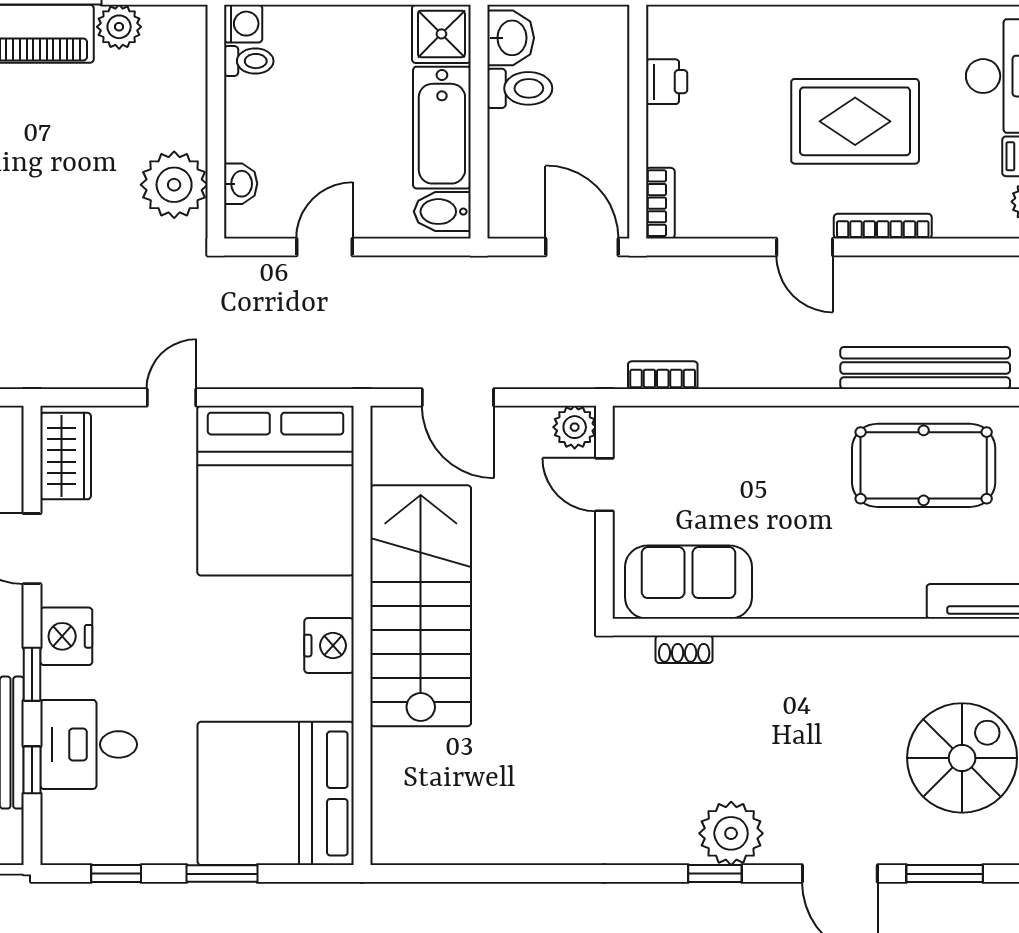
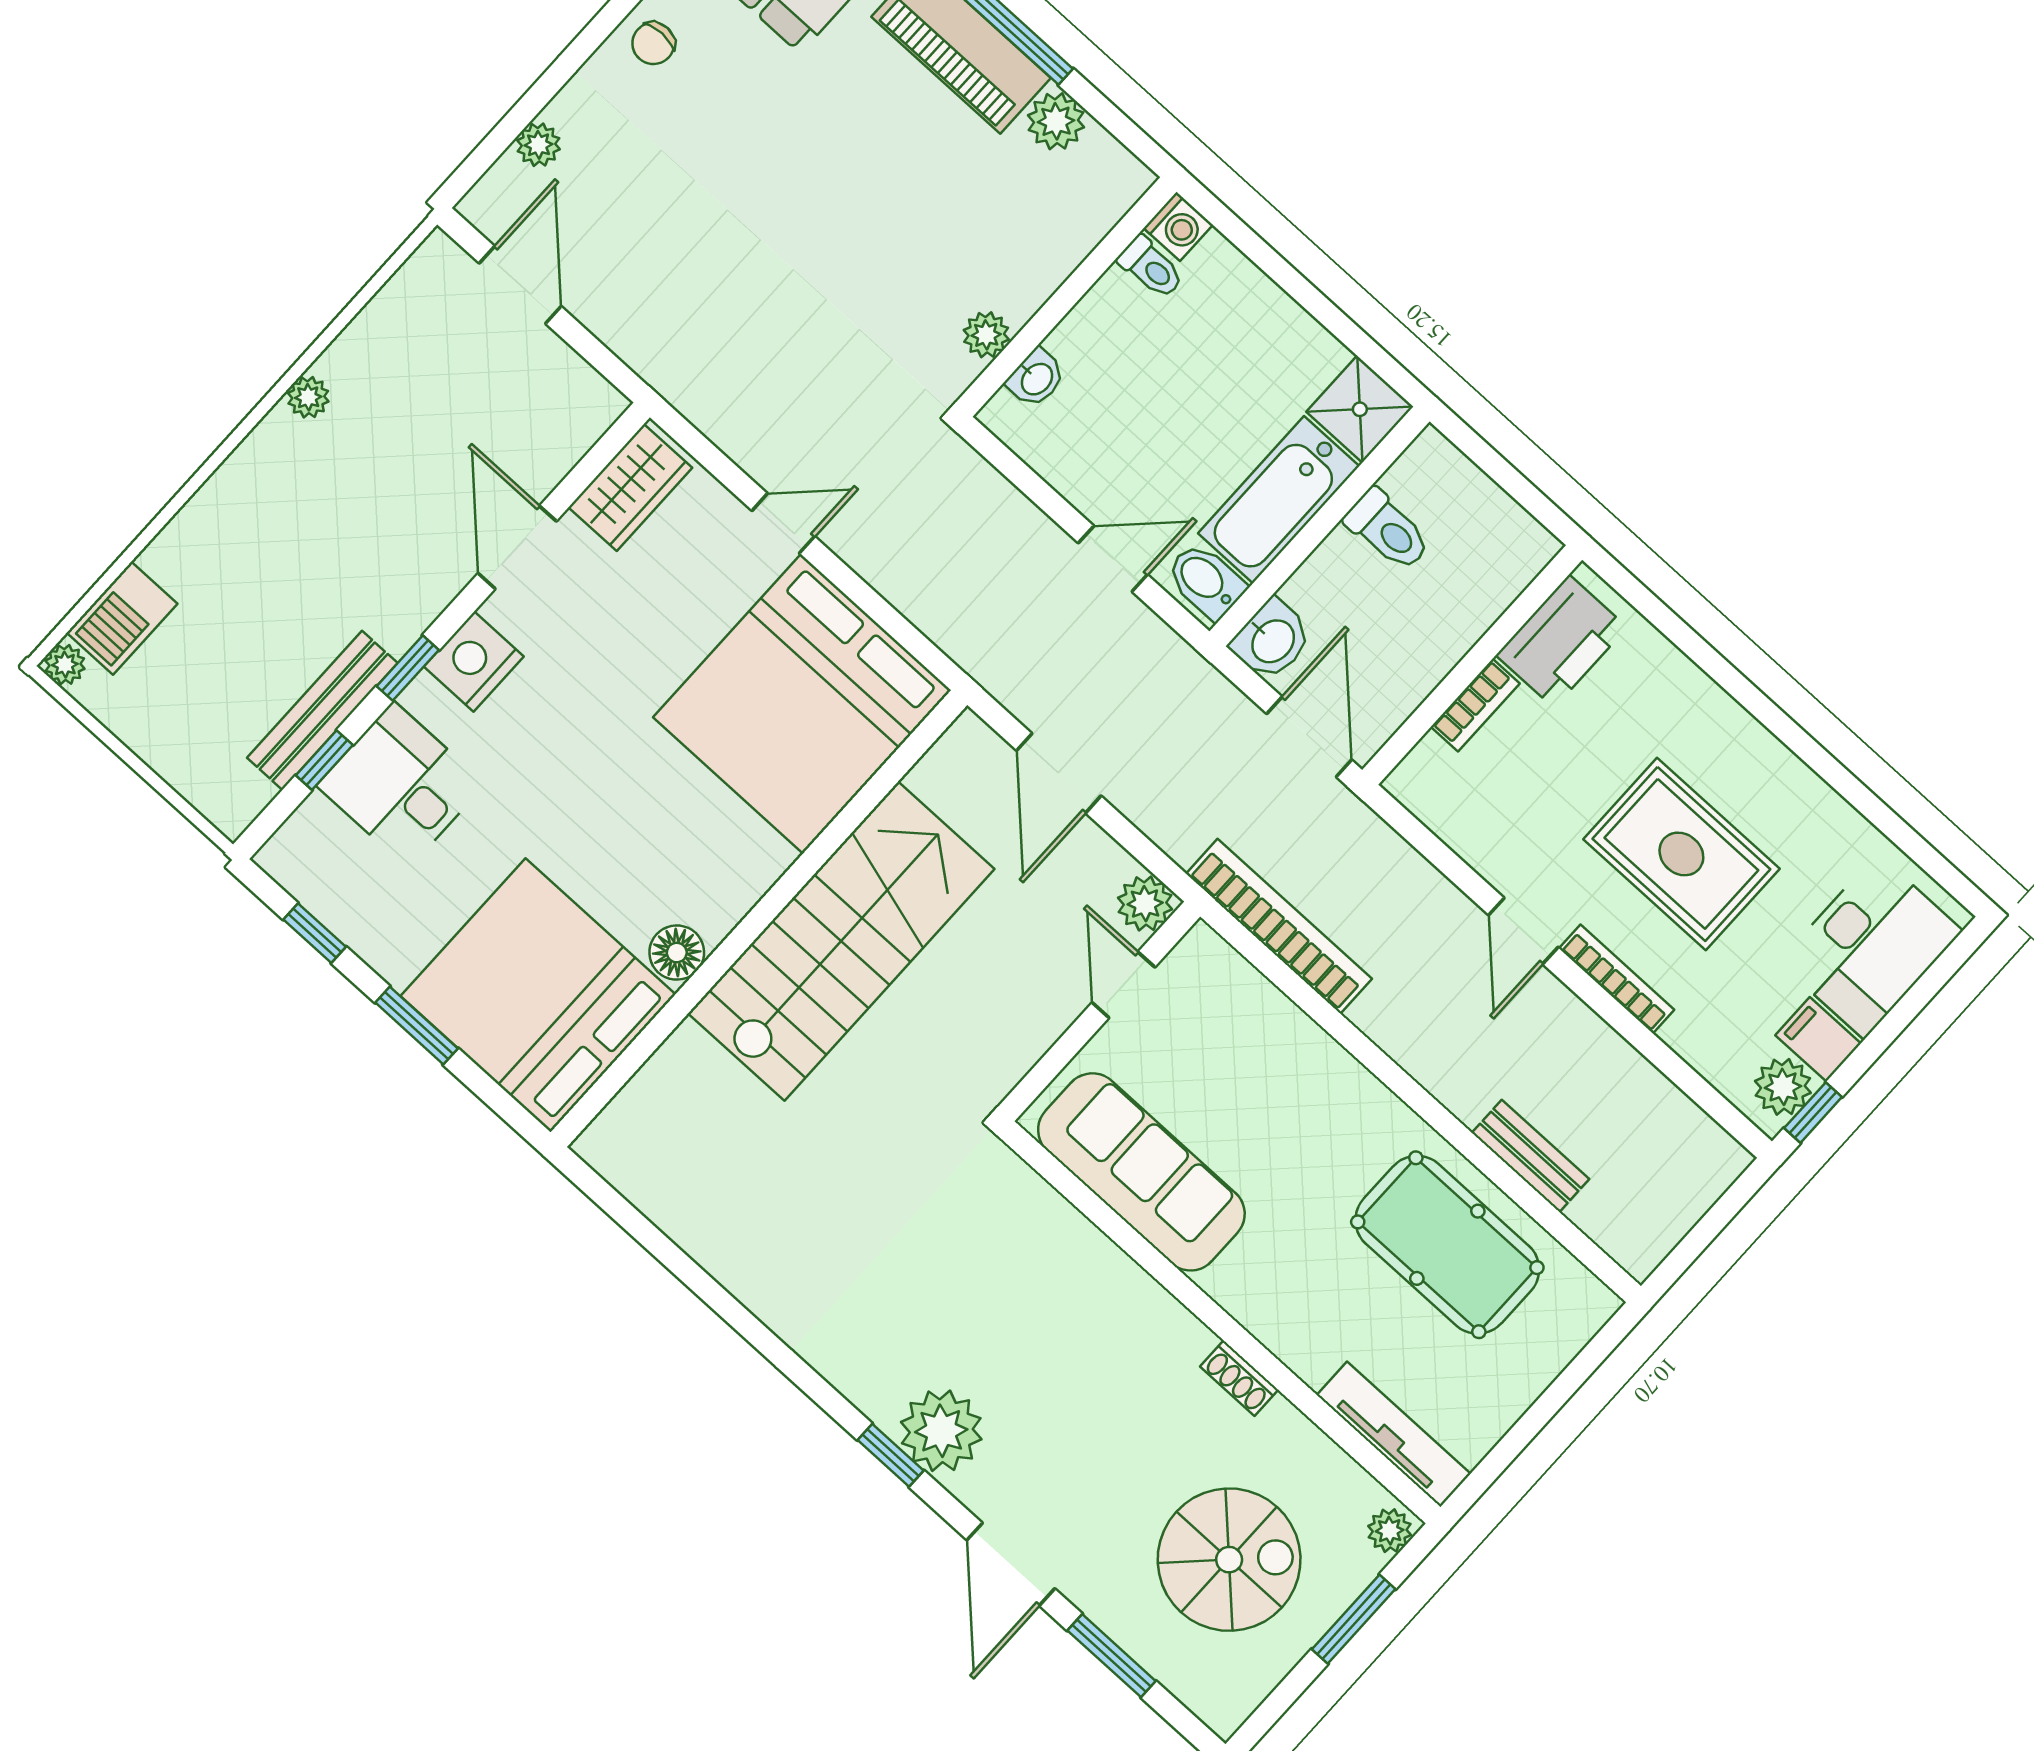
washbasin: (511, 38) -> (1272, 640), moved
printer: (667, 82) -> (1561, 641), width x1.87, depth x1.48
plant: (174, 185) -> (986, 335), width x0.53, depth x0.53
bookcase: (660, 203) -> (1475, 705), moved
door: (324, 247) -> (1113, 559), moved
bench: (925, 368) -> (1531, 1156), width x0.54, depth x0.82
bookcase: (663, 375) -> (1279, 926), width x2.31, depth x1.31
sofa: (689, 582) -> (1141, 1172), width x1.36
nightstand: (329, 646) -> (718, 899), removed
shoe rack: (684, 649) -> (1239, 1378), moved
floor lamp: (333, 697) -> (677, 953), added

